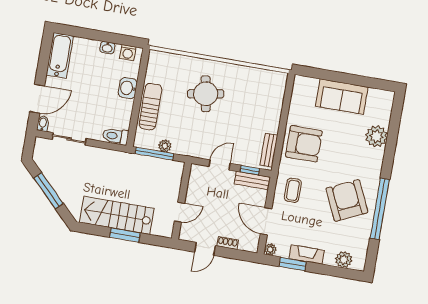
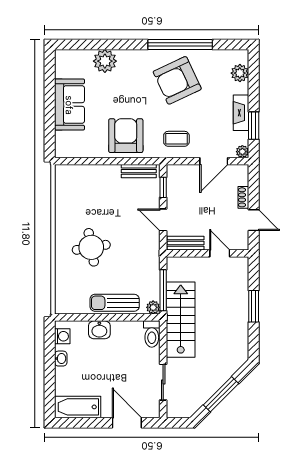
bidet: (43, 124) -> (152, 412), removed
plant: (165, 146) -> (153, 307), moved
bench: (252, 180) -> (186, 243), moved, turned 90
stairs: (117, 215) -> (181, 320), moved, turned 180

